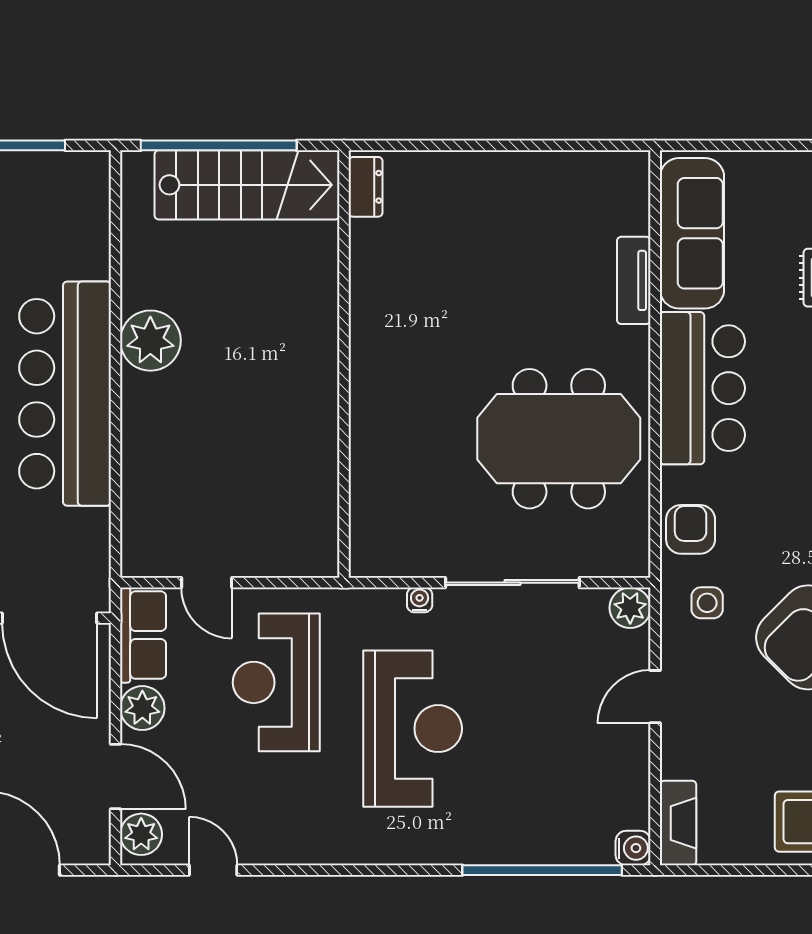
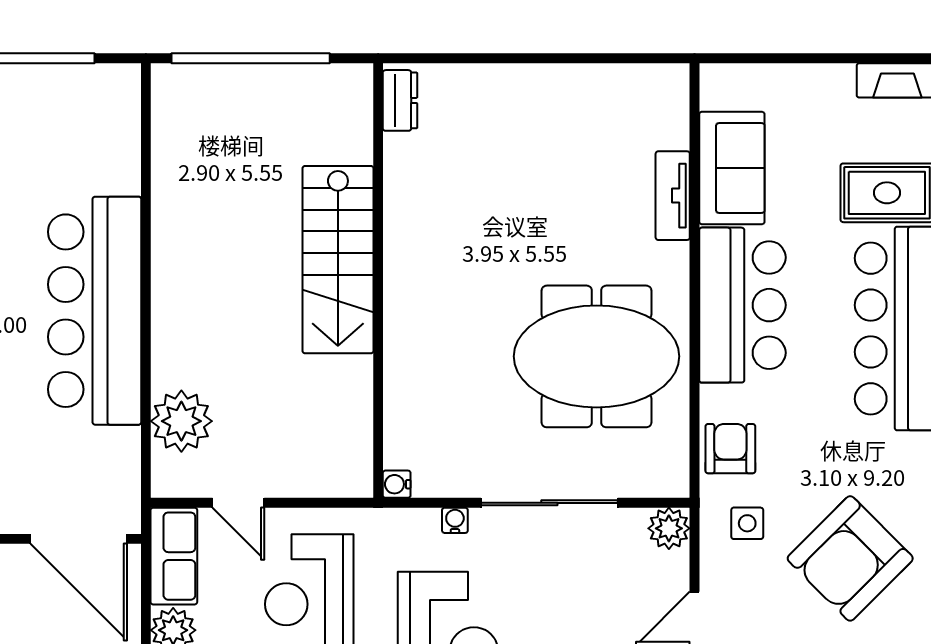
stairs: (247, 185) -> (338, 260), moved, turned 90
sofa: (692, 233) -> (732, 168), width x0.73
plant: (150, 341) -> (181, 421), moved
water cooler: (362, 564) -> (397, 484), added

